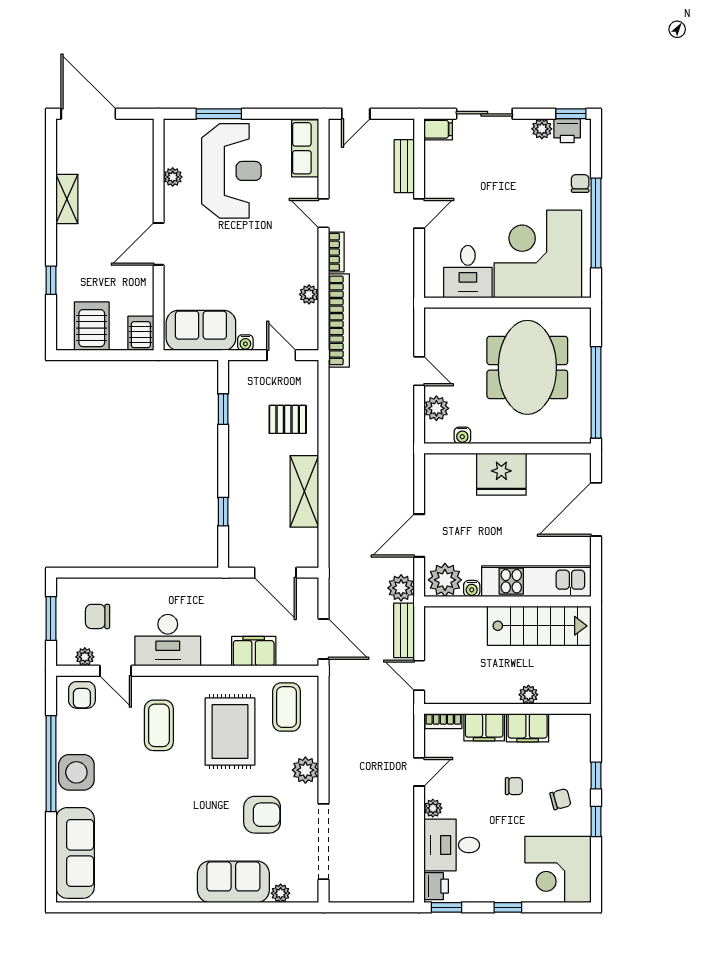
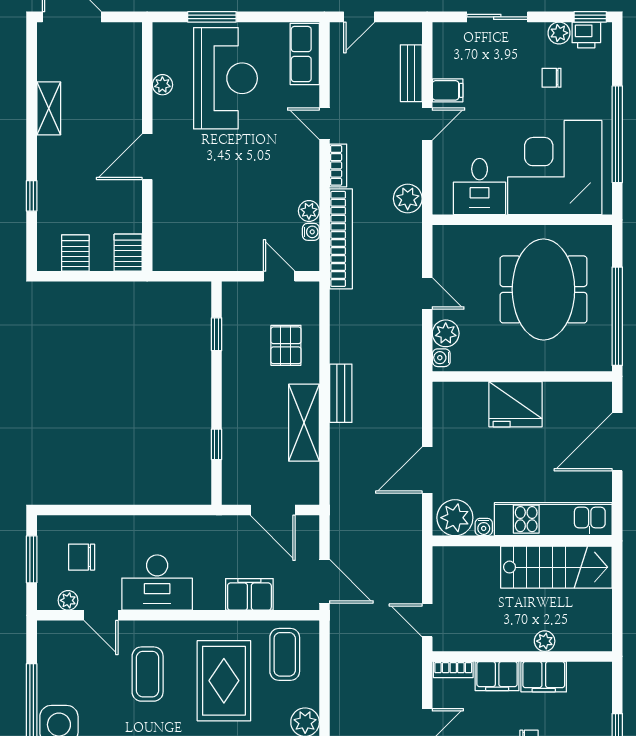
filing cabinet: (438, 129) -> (448, 90), moved
chair: (580, 183) -> (552, 78), moved, turned -90
server rack: (92, 326) -> (75, 253), width x0.73, depth x0.70
sofa: (201, 330) -> (193, 250), removed
water cooler: (245, 343) -> (311, 232), moved, turned -90
pallet: (288, 419) -> (286, 345), turned 90
water cooler: (462, 435) -> (441, 358), moved, turned 90
plant: (401, 588) -> (408, 199), moved
bench: (404, 630) -> (341, 393), moved
armchair: (82, 695) -> (65, 641), removed

